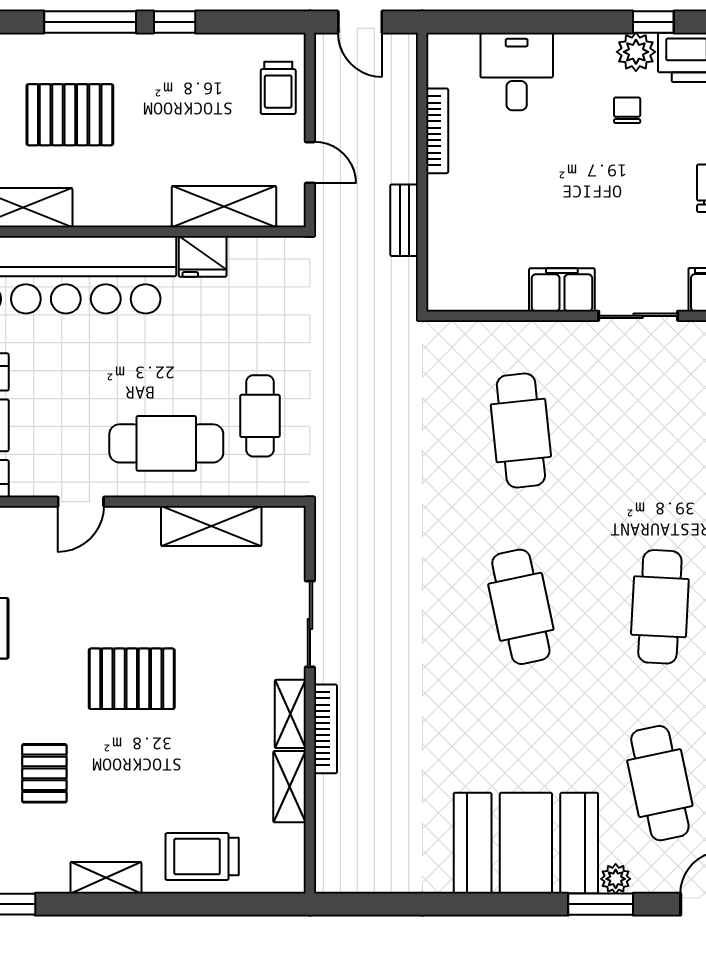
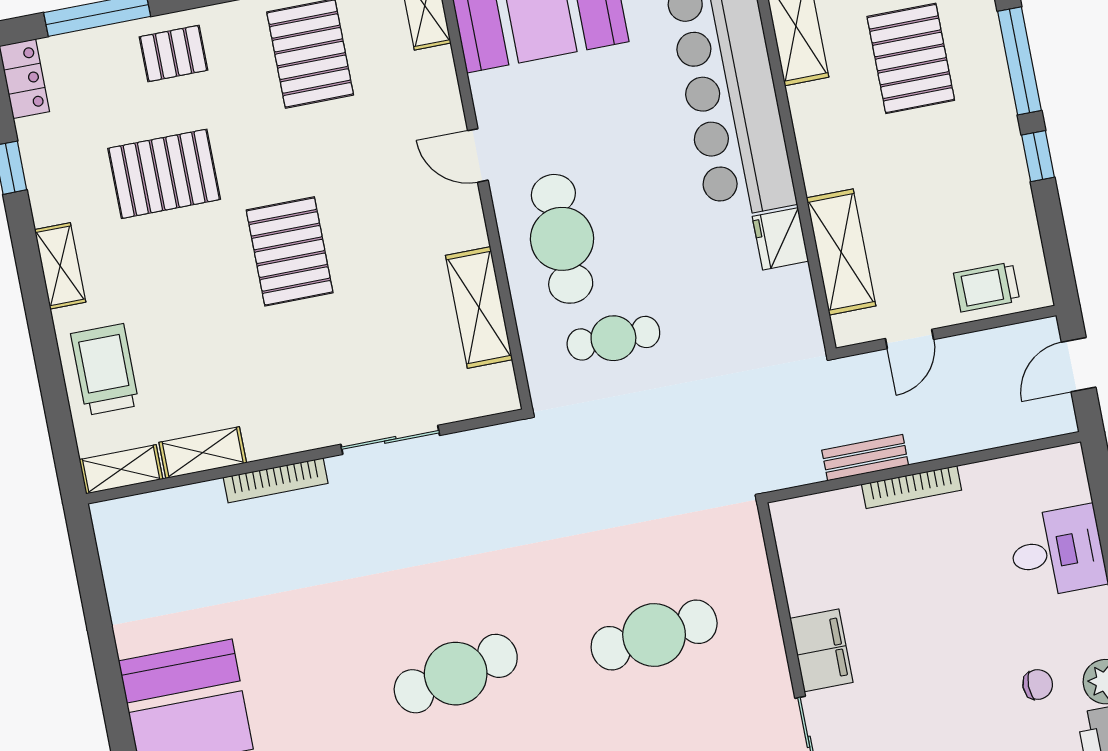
bookcase: (437, 131) -> (912, 487), moved
shelving: (290, 714) -> (121, 469), moved
pallet: (44, 773) -> (164, 174), width x1.50, depth x1.42

